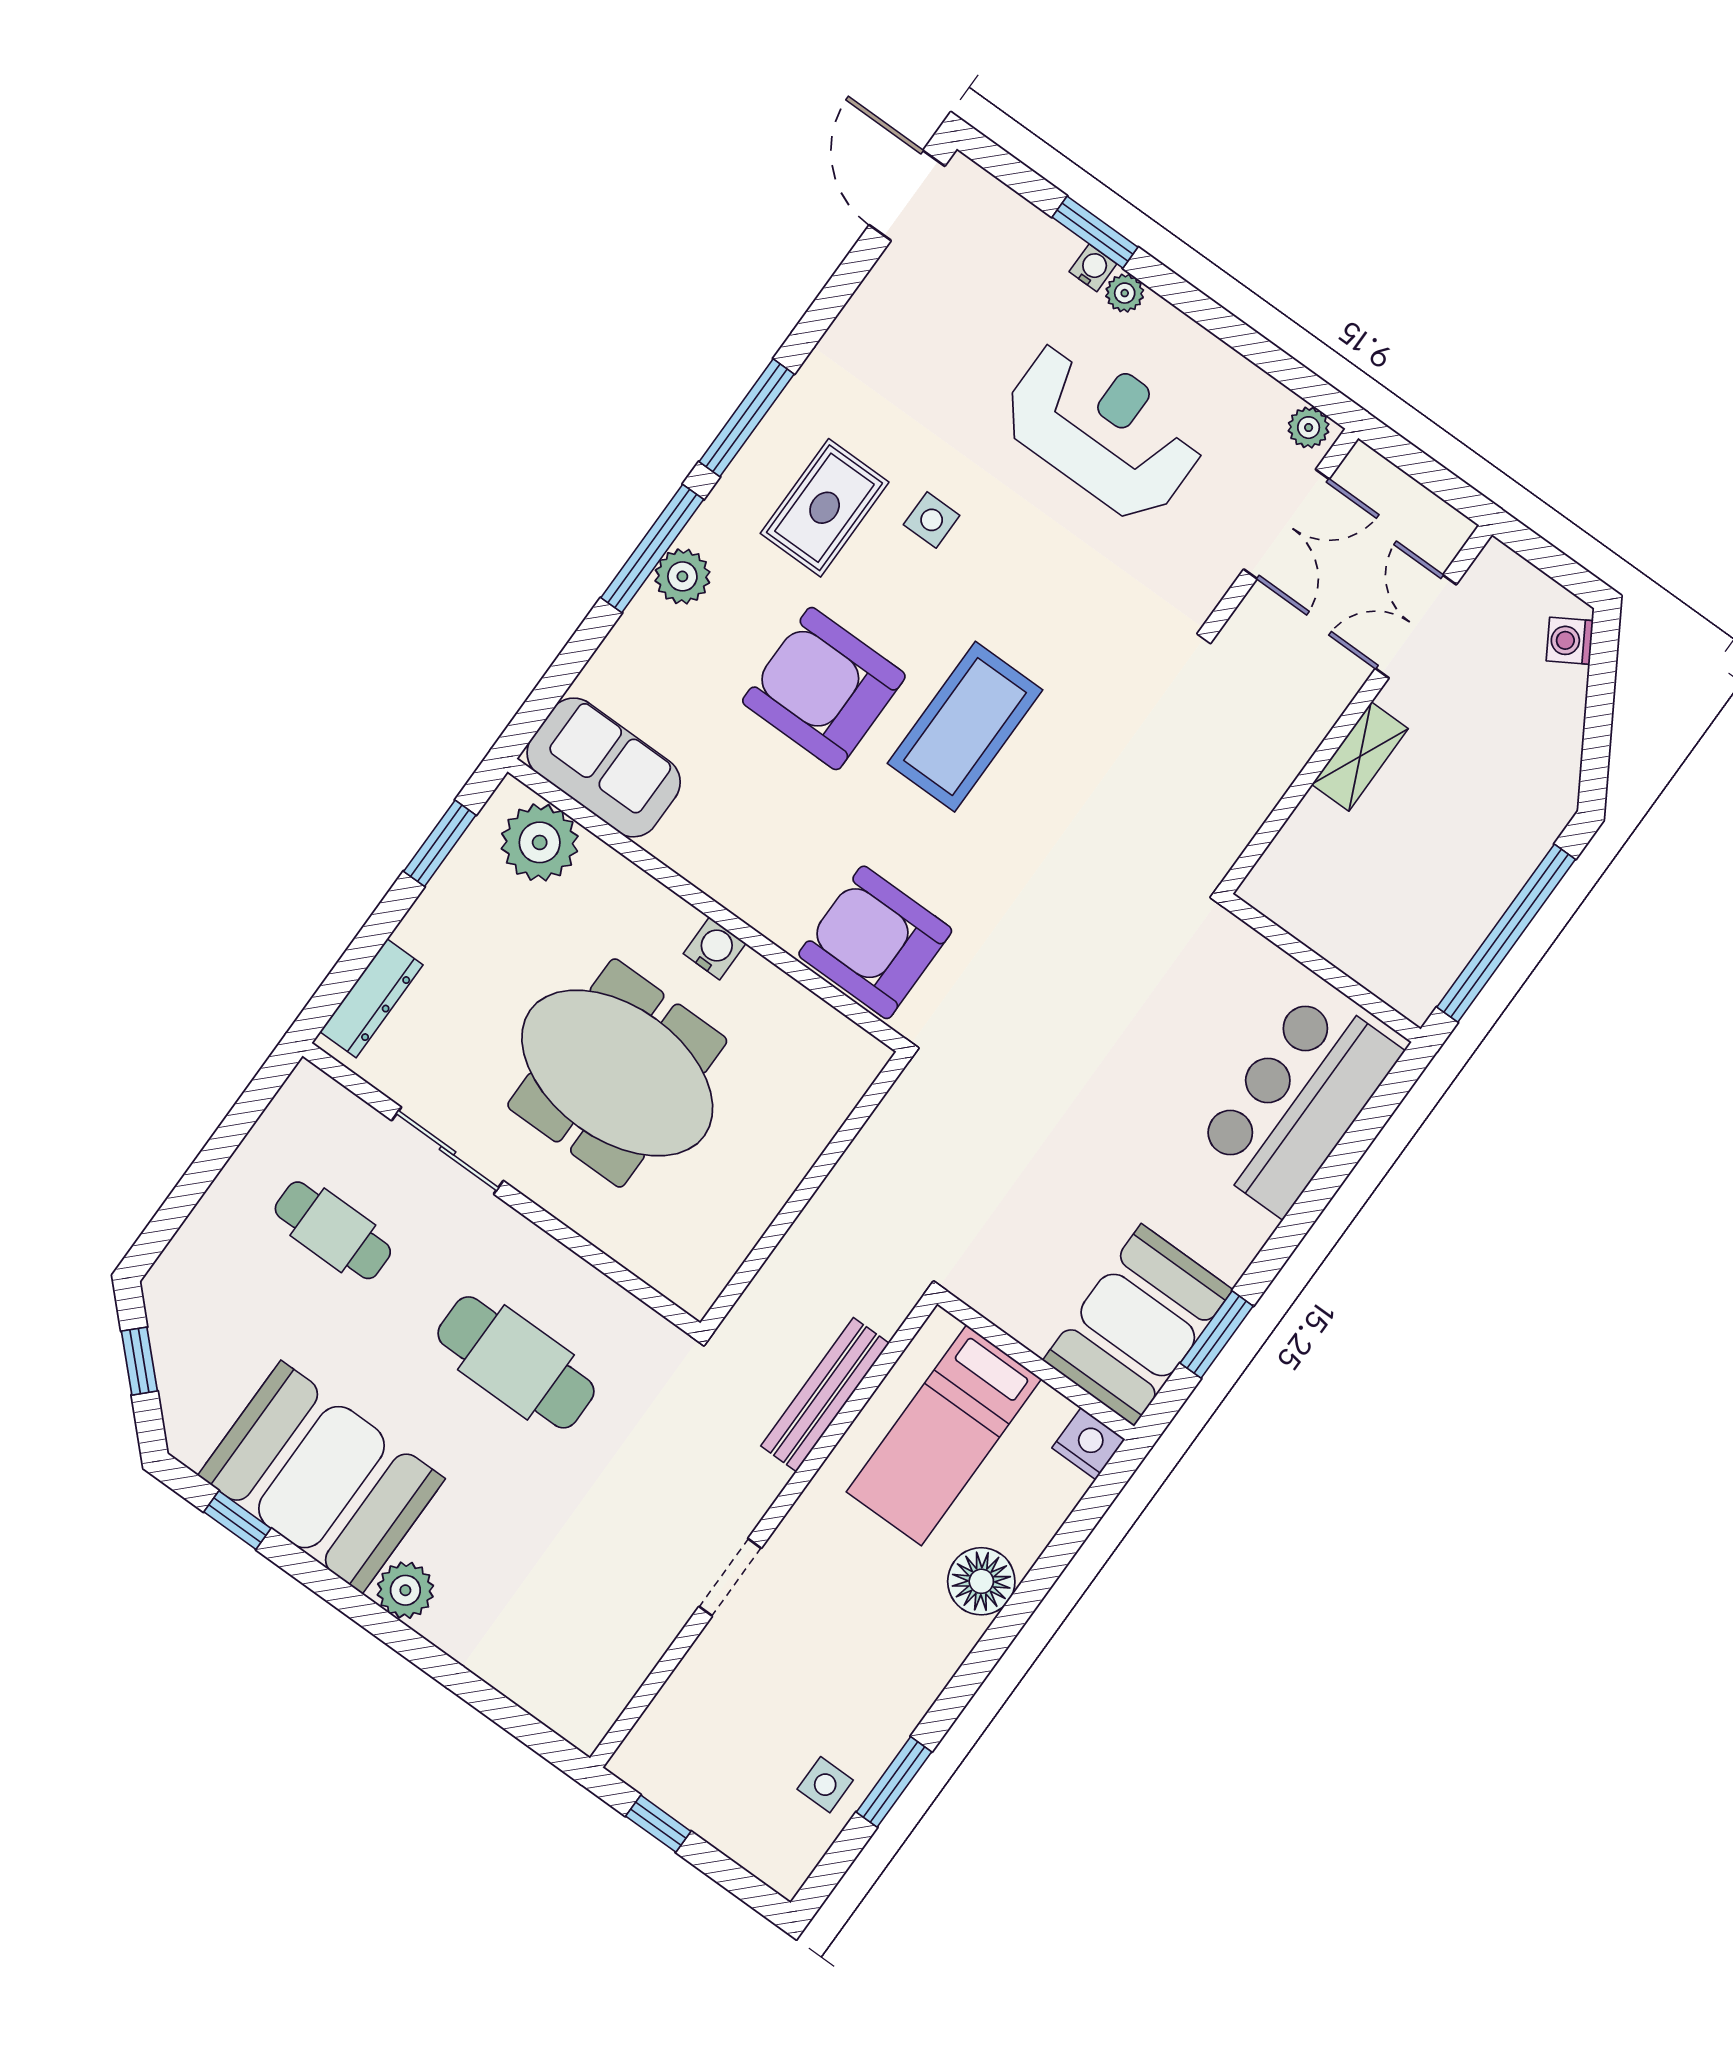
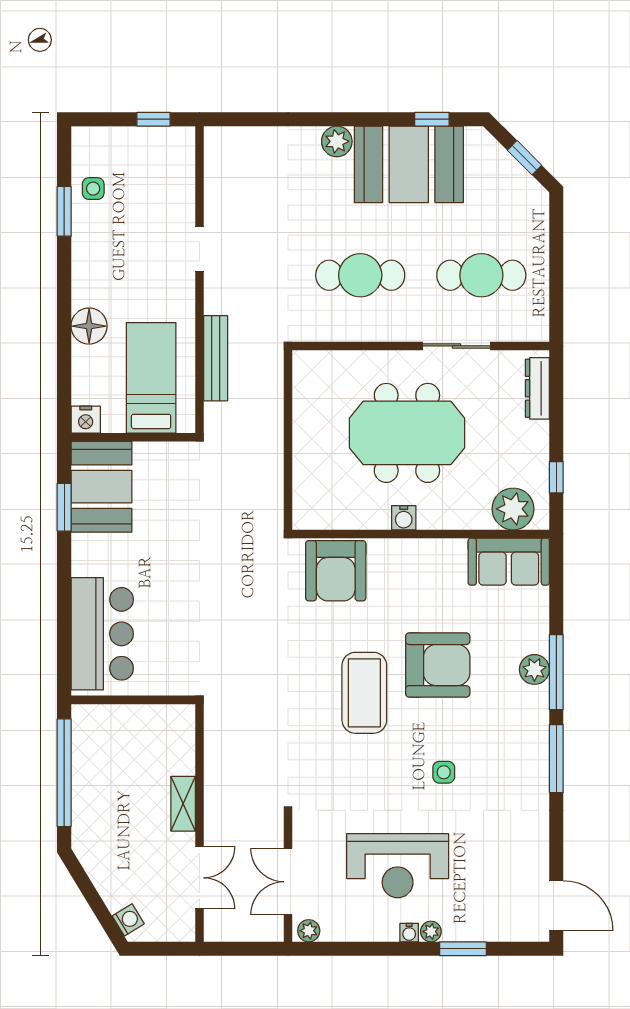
water cooler: (1093, 268) -> (409, 933), moved
rug: (825, 508) -> (494, 744), removed
window: (440, 843) -> (556, 477), width x0.67
armchair: (875, 942) -> (336, 571), turned 90
cafe table: (333, 1230) -> (481, 275), width x1.37, depth x1.35

